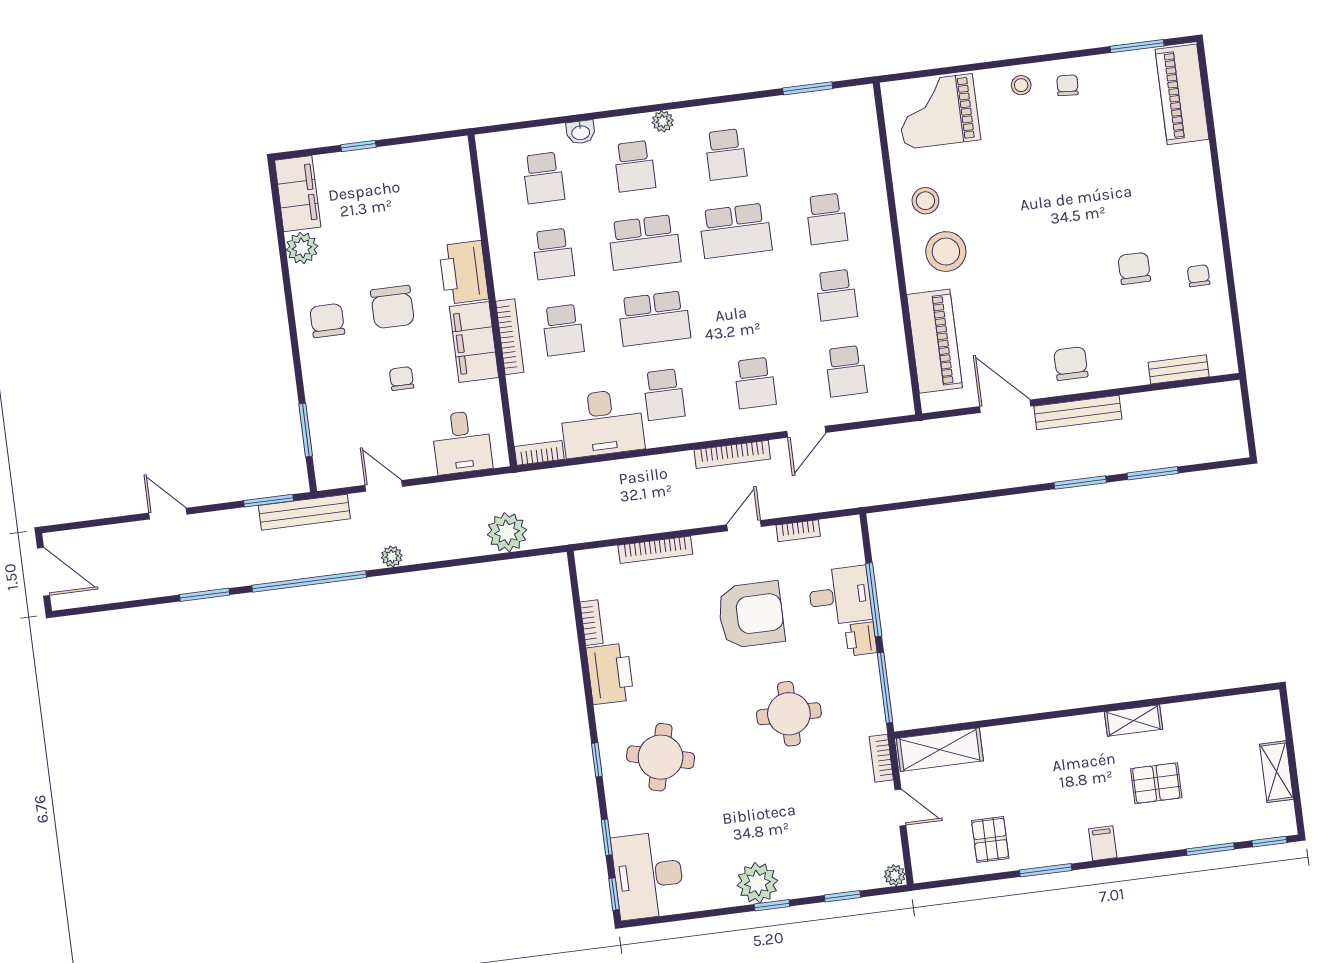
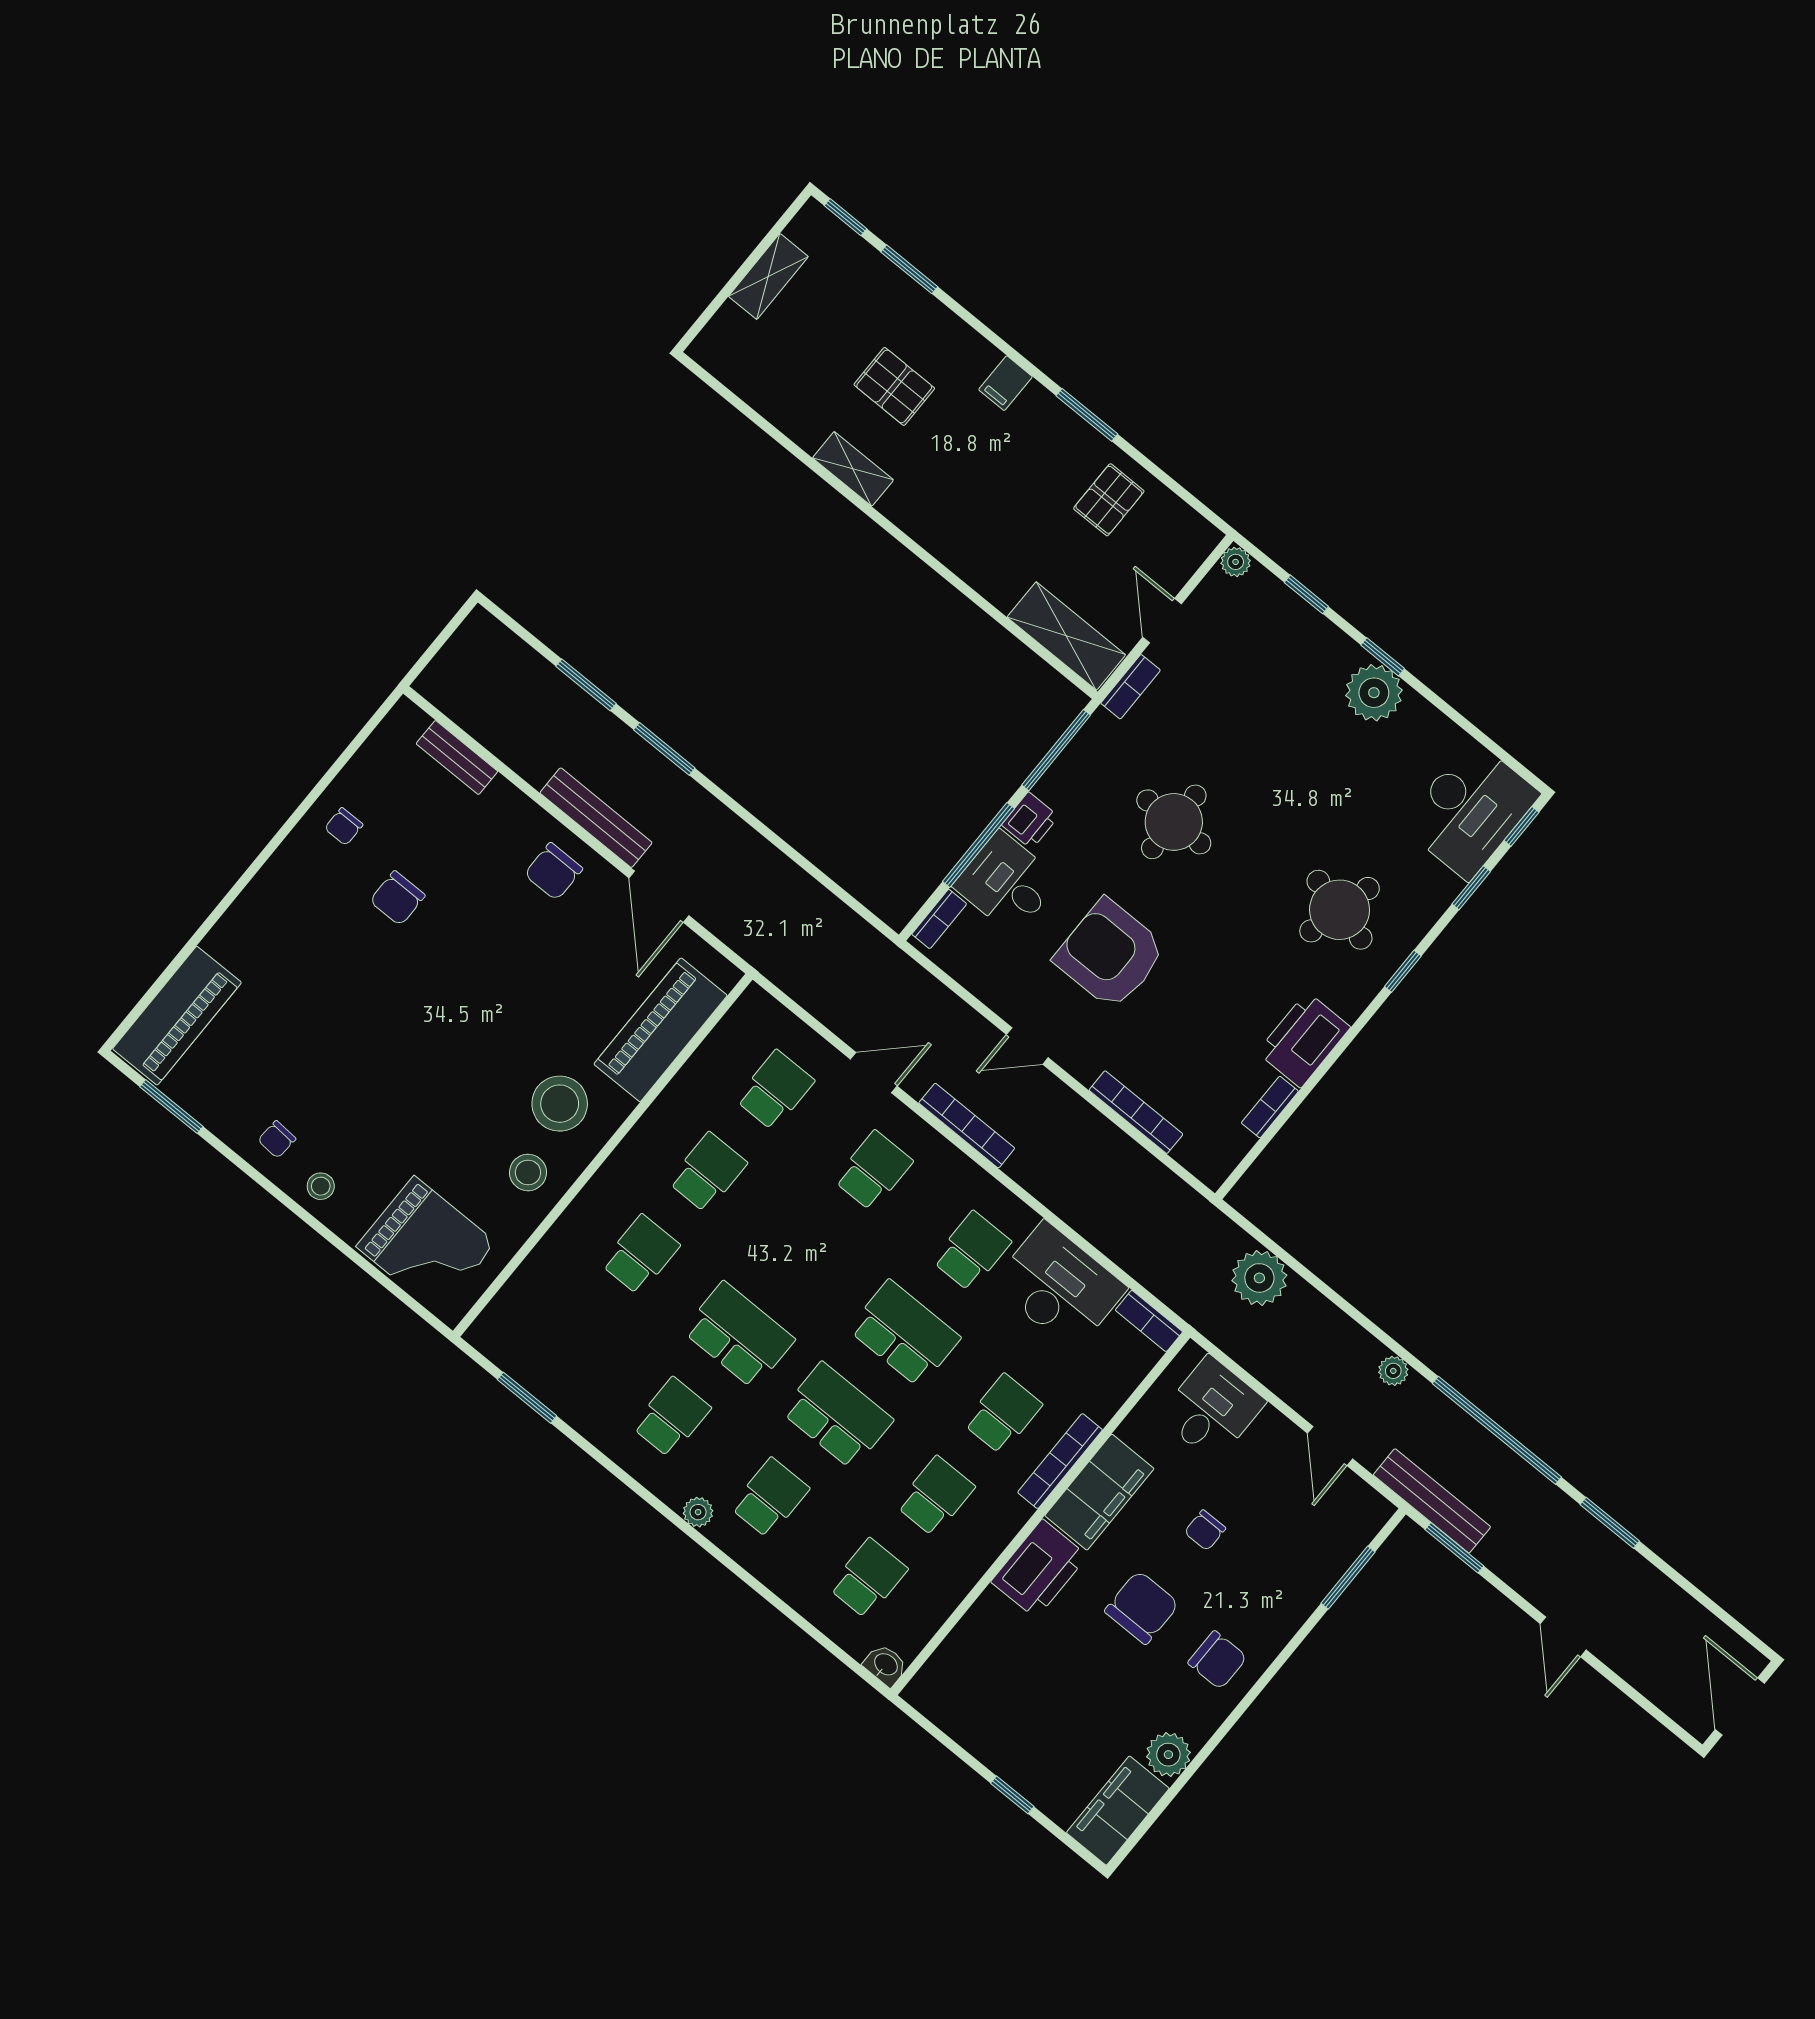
washbasin: (581, 132) -> (885, 1665), moved
chair: (327, 321) -> (1217, 1660), turned -90
bookcase: (798, 531) -> (939, 919), moved, turned 90

